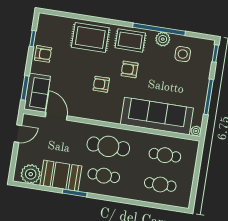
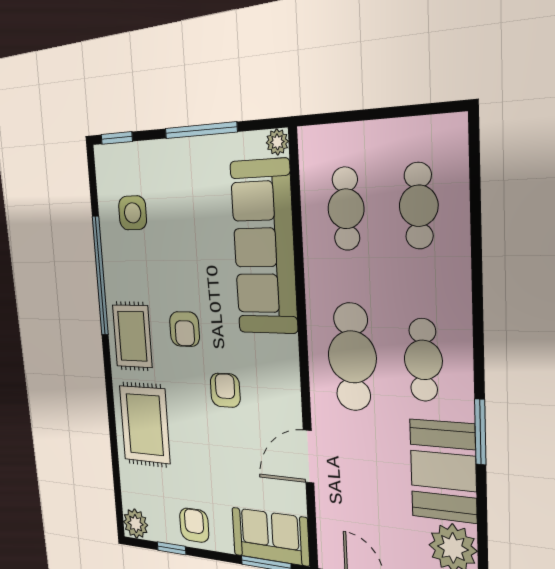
plant: (163, 39) -> (136, 524), moved
armchair: (101, 84) -> (225, 390), turned 180
door: (56, 116) -> (309, 457), moved

